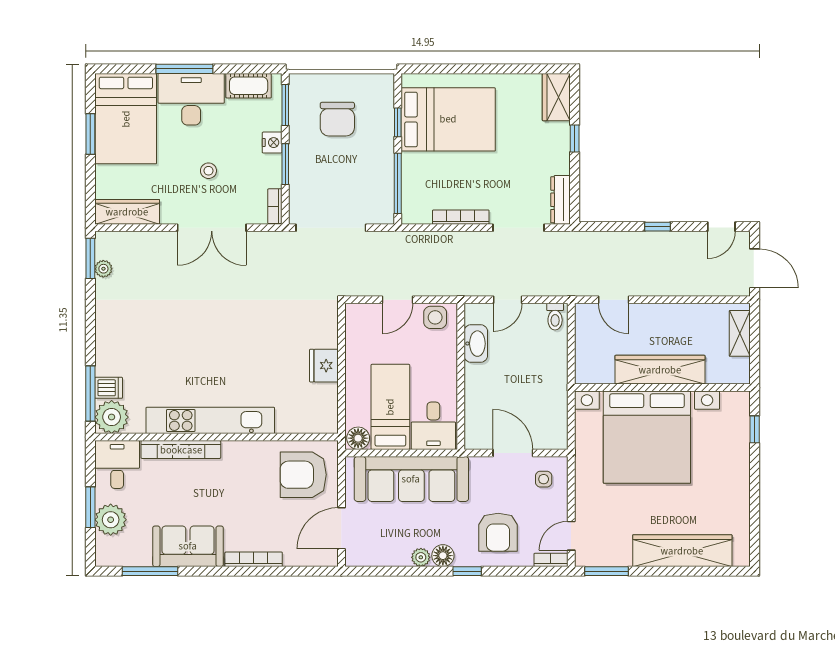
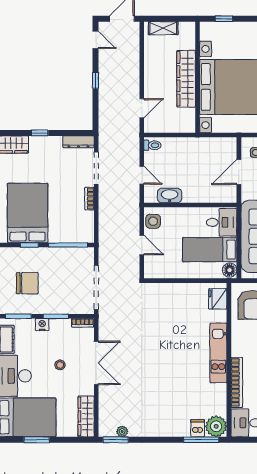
bookcase: (461, 217) -> (89, 199), width x0.64
fridge: (324, 366) -> (218, 299), moved, turned 90
kitchen unit: (210, 420) -> (218, 353), width x0.73

